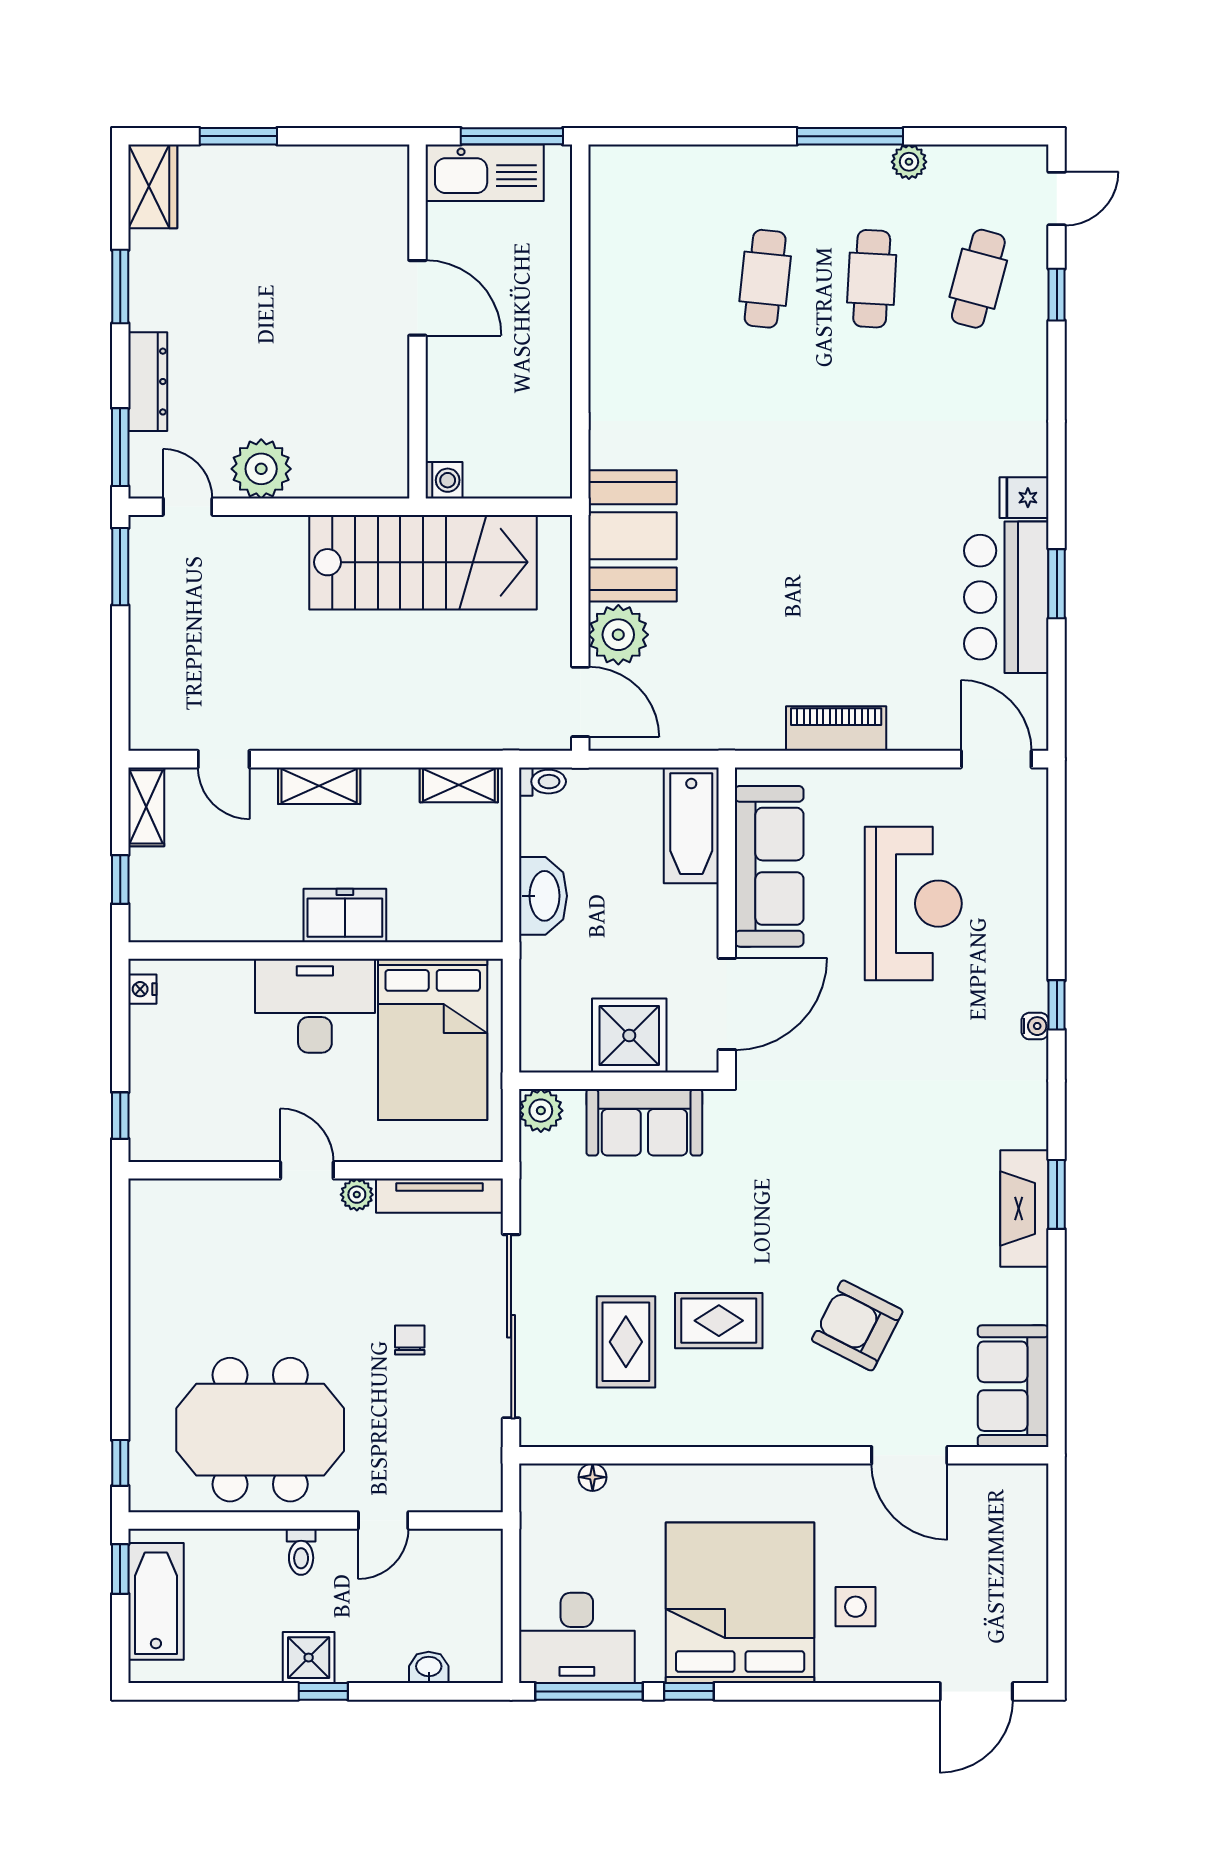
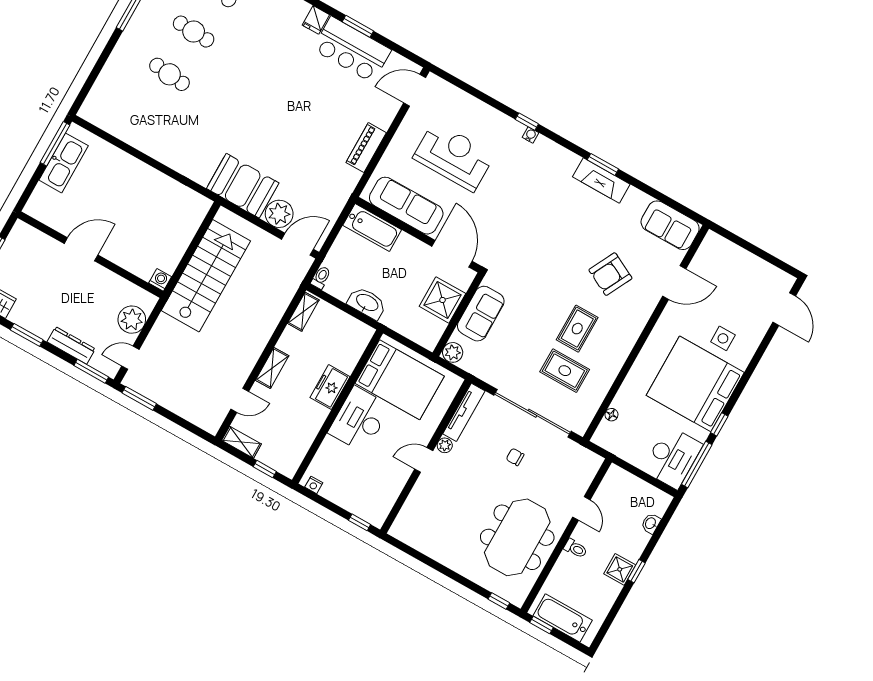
door: (417, 298) -> (81, 249), moved
wall: (417, 321) -> (91, 255), moved
washing machine: (444, 480) -> (160, 280), moved

